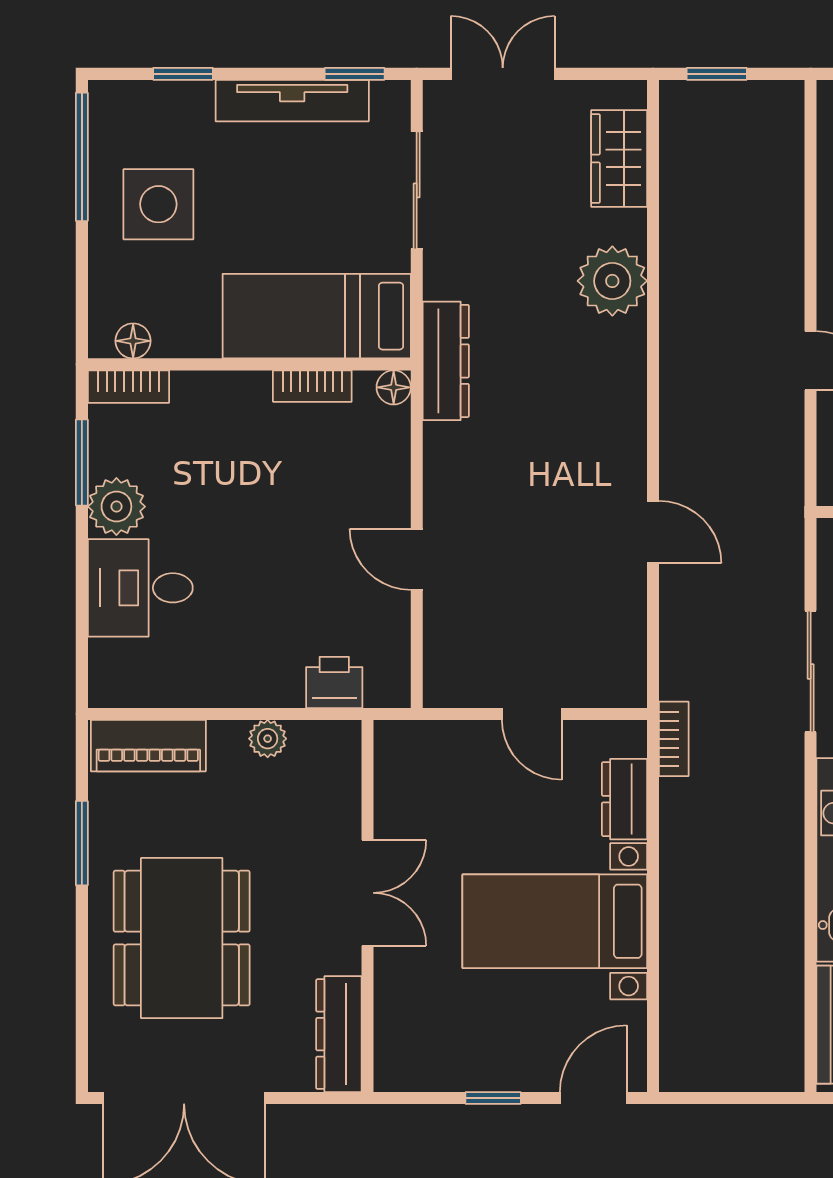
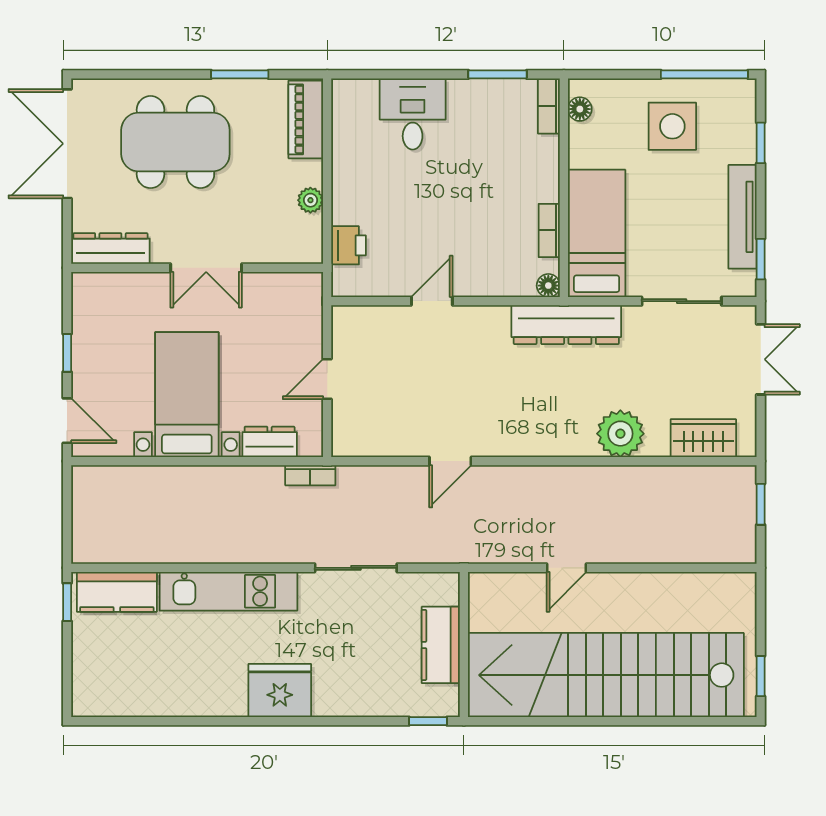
dresser: (446, 361) -> (566, 325), width x1.37, depth x1.24
plant: (116, 507) -> (468, 98), removed

